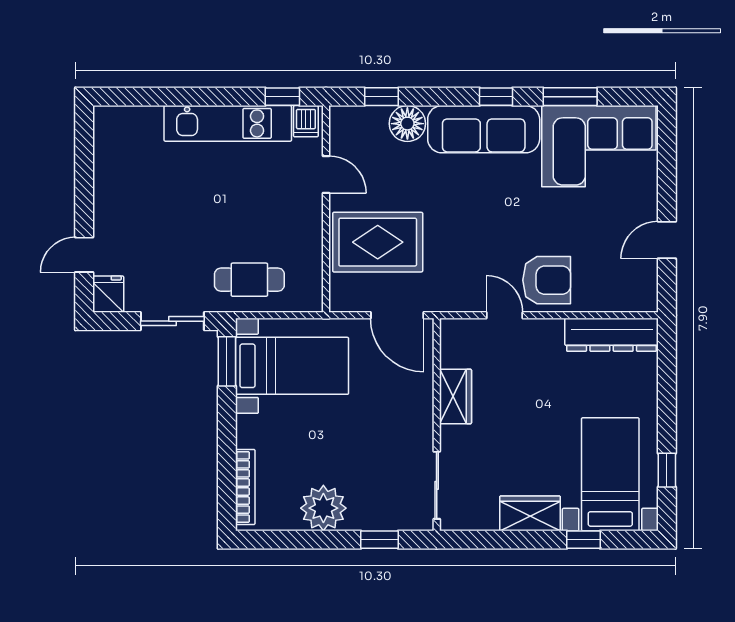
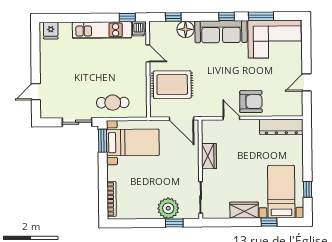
fridge: (108, 294) -> (51, 31), moved, turned 180
plant: (323, 508) -> (168, 208), moved

